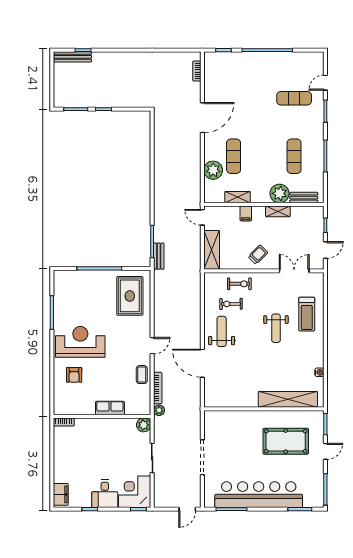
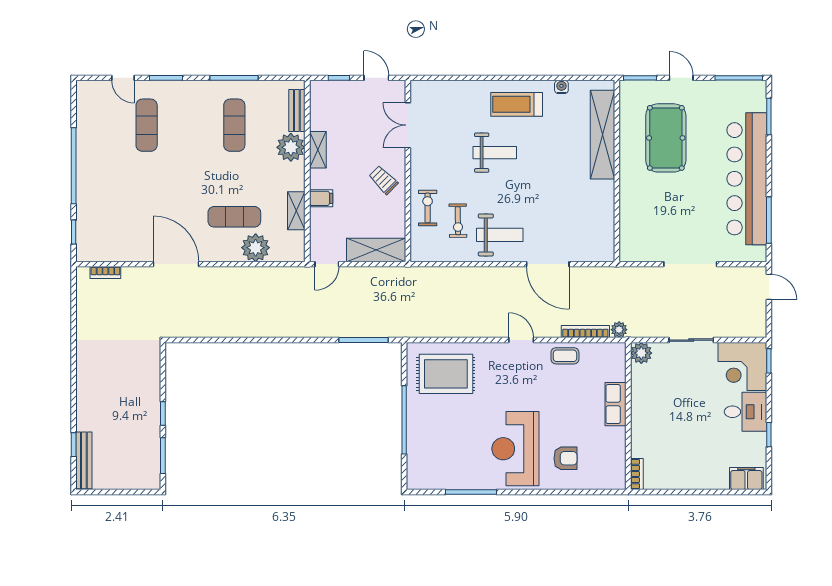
exercise mat: (294, 156) -> (234, 125), turned 90
bench: (159, 256) -> (386, 330), removed
treadmill: (307, 314) -> (517, 104), moved, turned 180
weight bench: (222, 331) -> (500, 235), turned 180
door: (202, 363) -> (548, 264), hinge flipped

